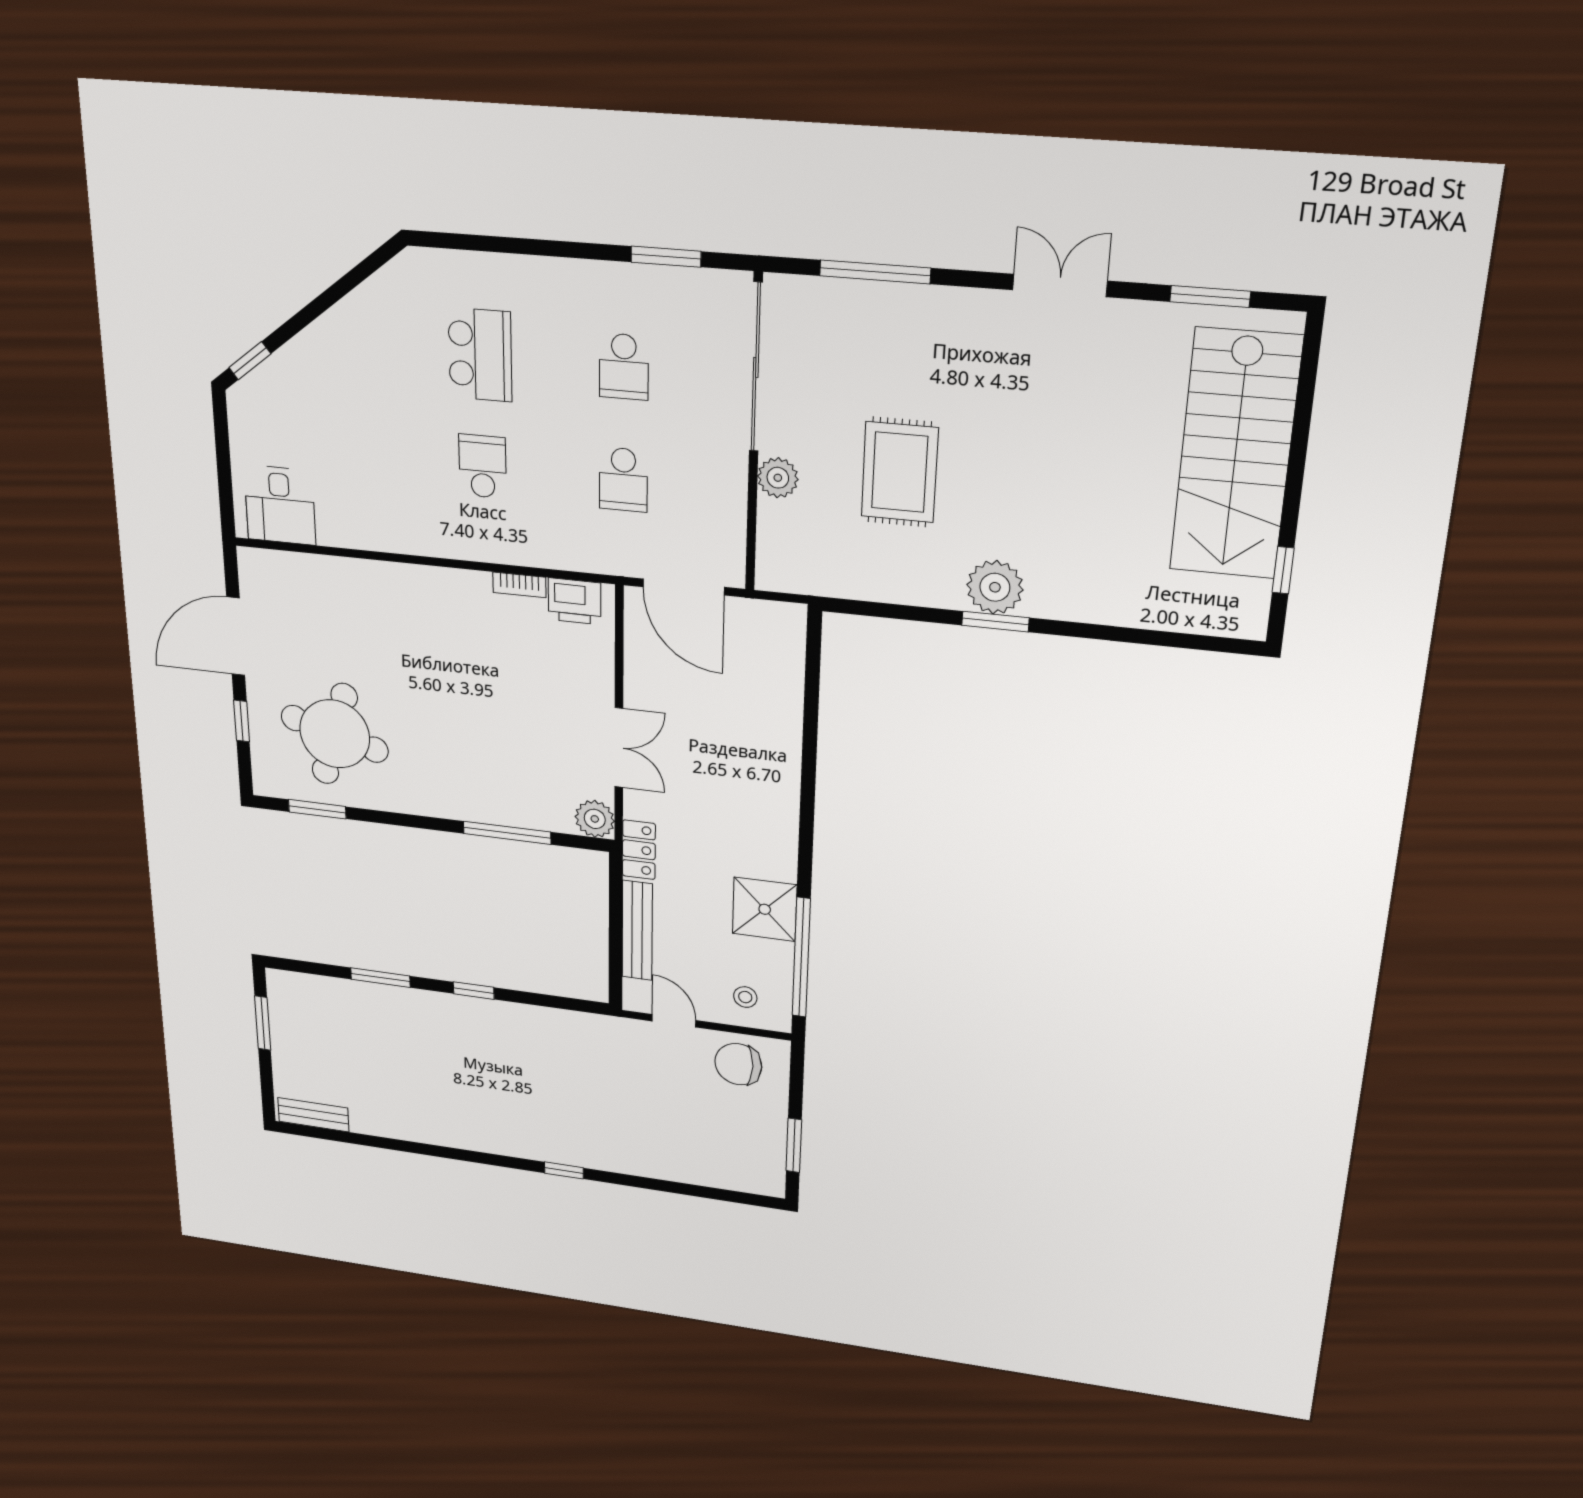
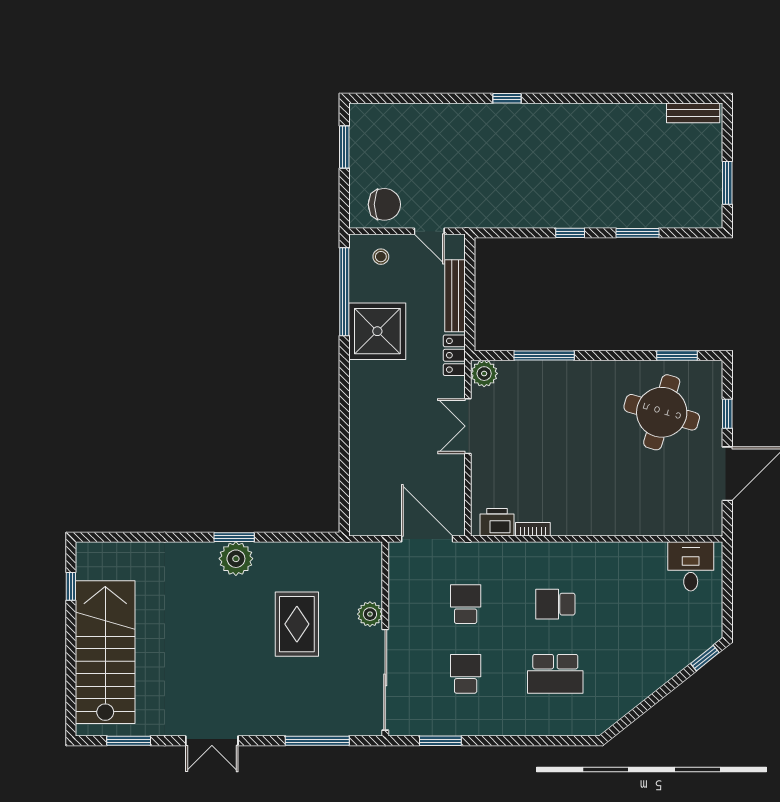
school desk: (480, 355) -> (555, 674), turned -90
school desk: (483, 466) -> (555, 604), turned 90
shower: (765, 909) -> (377, 331), width x1.37, depth x1.37

